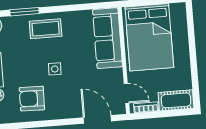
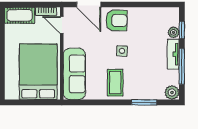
coffee table: (46, 29) -> (115, 83), moved, turned 90
armchair: (32, 99) -> (116, 20), moved

